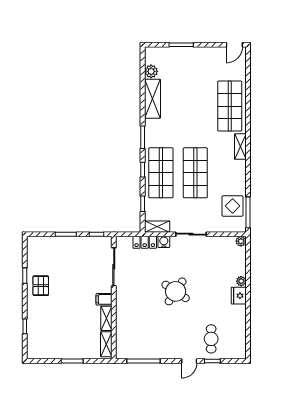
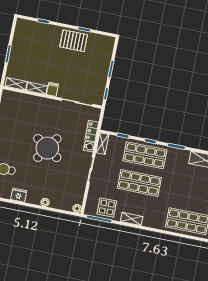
shelving: (240, 147) -> (132, 219), moved
pallet: (41, 286) -> (74, 41), width x1.50, depth x1.42
round table: (176, 291) -> (47, 148), width x1.36, depth x1.36
fridge: (239, 296) -> (19, 195), moved

